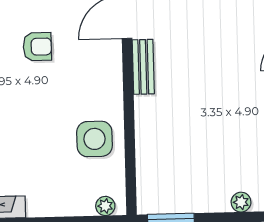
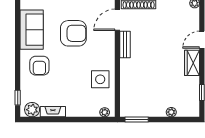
armchair: (37, 47) -> (73, 33), width x1.88, depth x1.88

